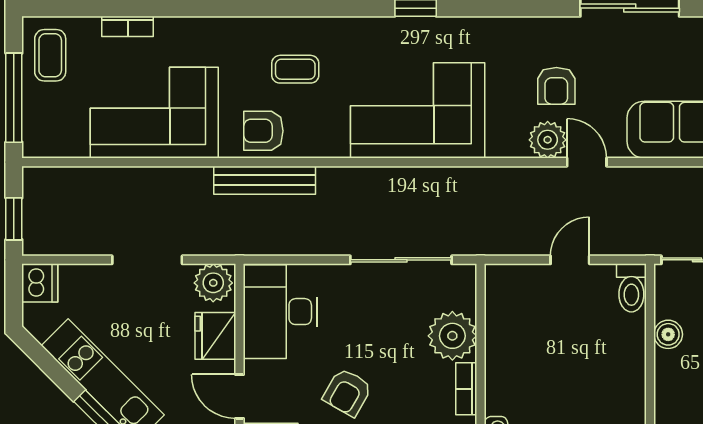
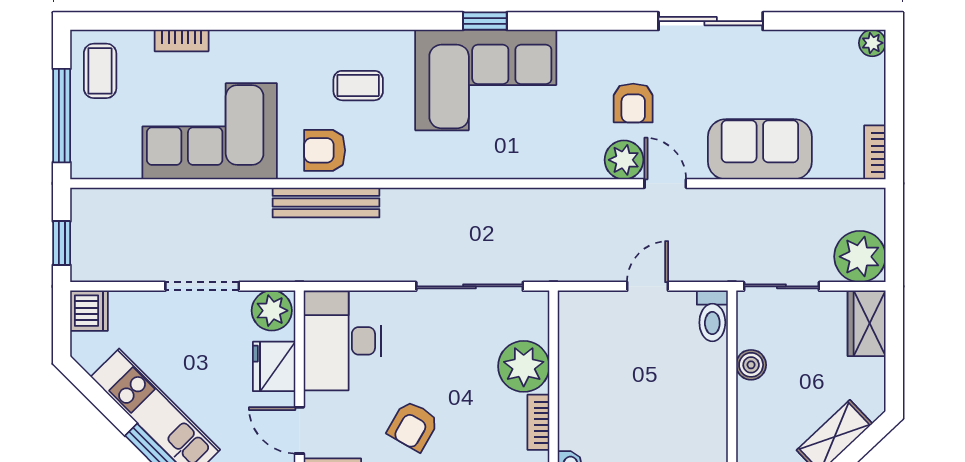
corner sofa: (418, 110) -> (486, 80), moved, turned 180

